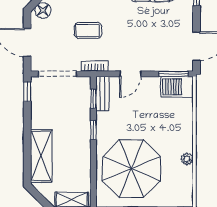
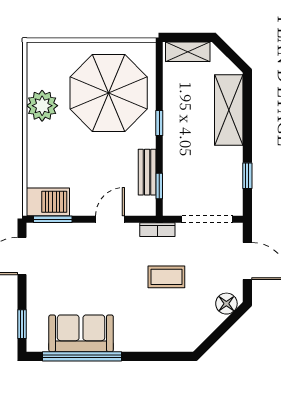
window: (27, 92) -> (247, 176), moved
bench: (103, 94) -> (147, 172), moved
window: (93, 130) -> (159, 123), moved
plant: (187, 159) -> (42, 106), width x1.88, depth x1.88

